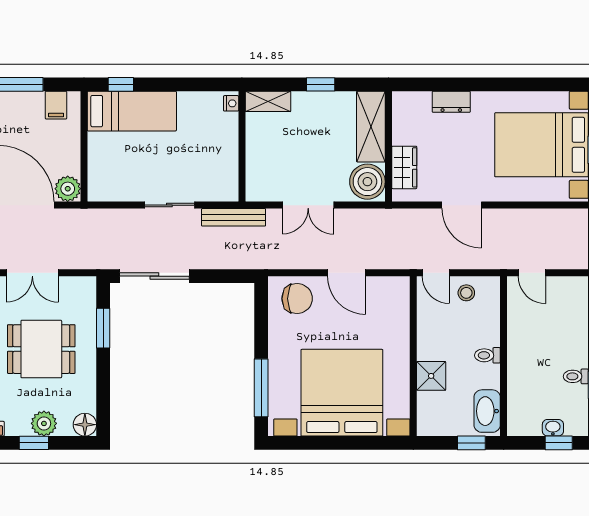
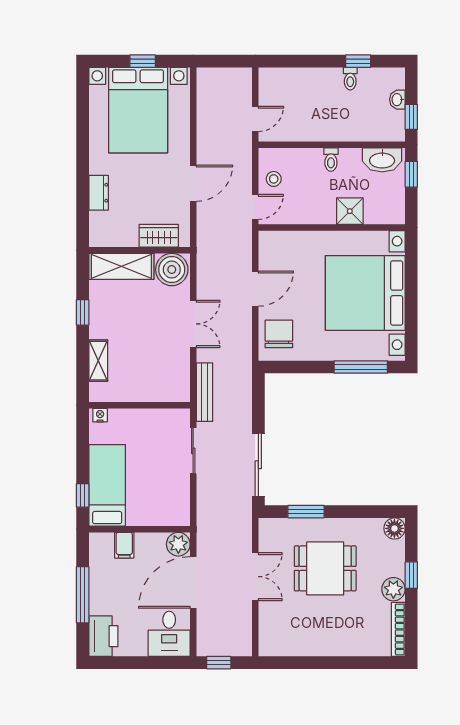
nightstand: (231, 103) -> (100, 415), moved
filing cabinet: (56, 105) -> (124, 545), moved, turned 90
wall: (242, 146) -> (139, 405), moved
dining table: (41, 349) -> (325, 568), turned 90
plant: (44, 423) -> (393, 589), moved
window: (559, 443) -> (411, 117), moved

